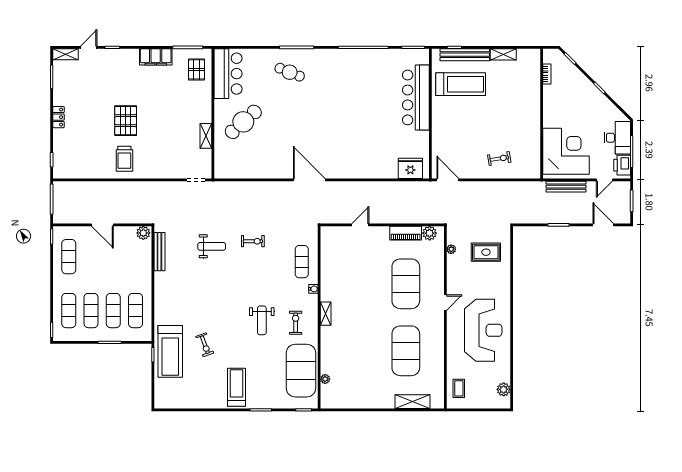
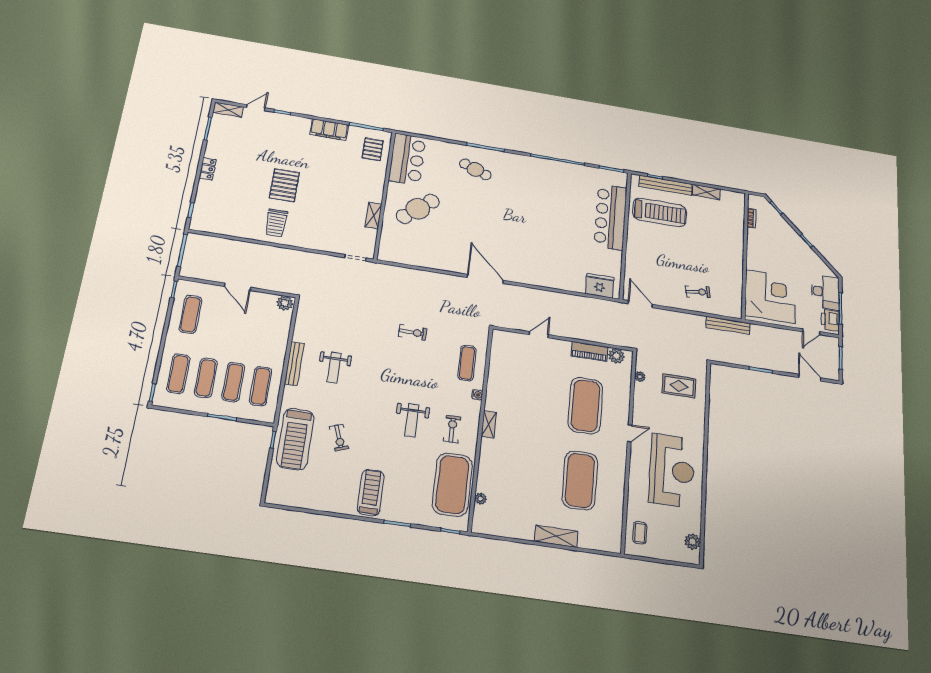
bench: (566, 187) -> (728, 325), moved
weight bench: (212, 246) -> (334, 368), moved, turned 90
bench: (159, 252) -> (294, 364), moved
shelving: (412, 402) -> (556, 536), moved

